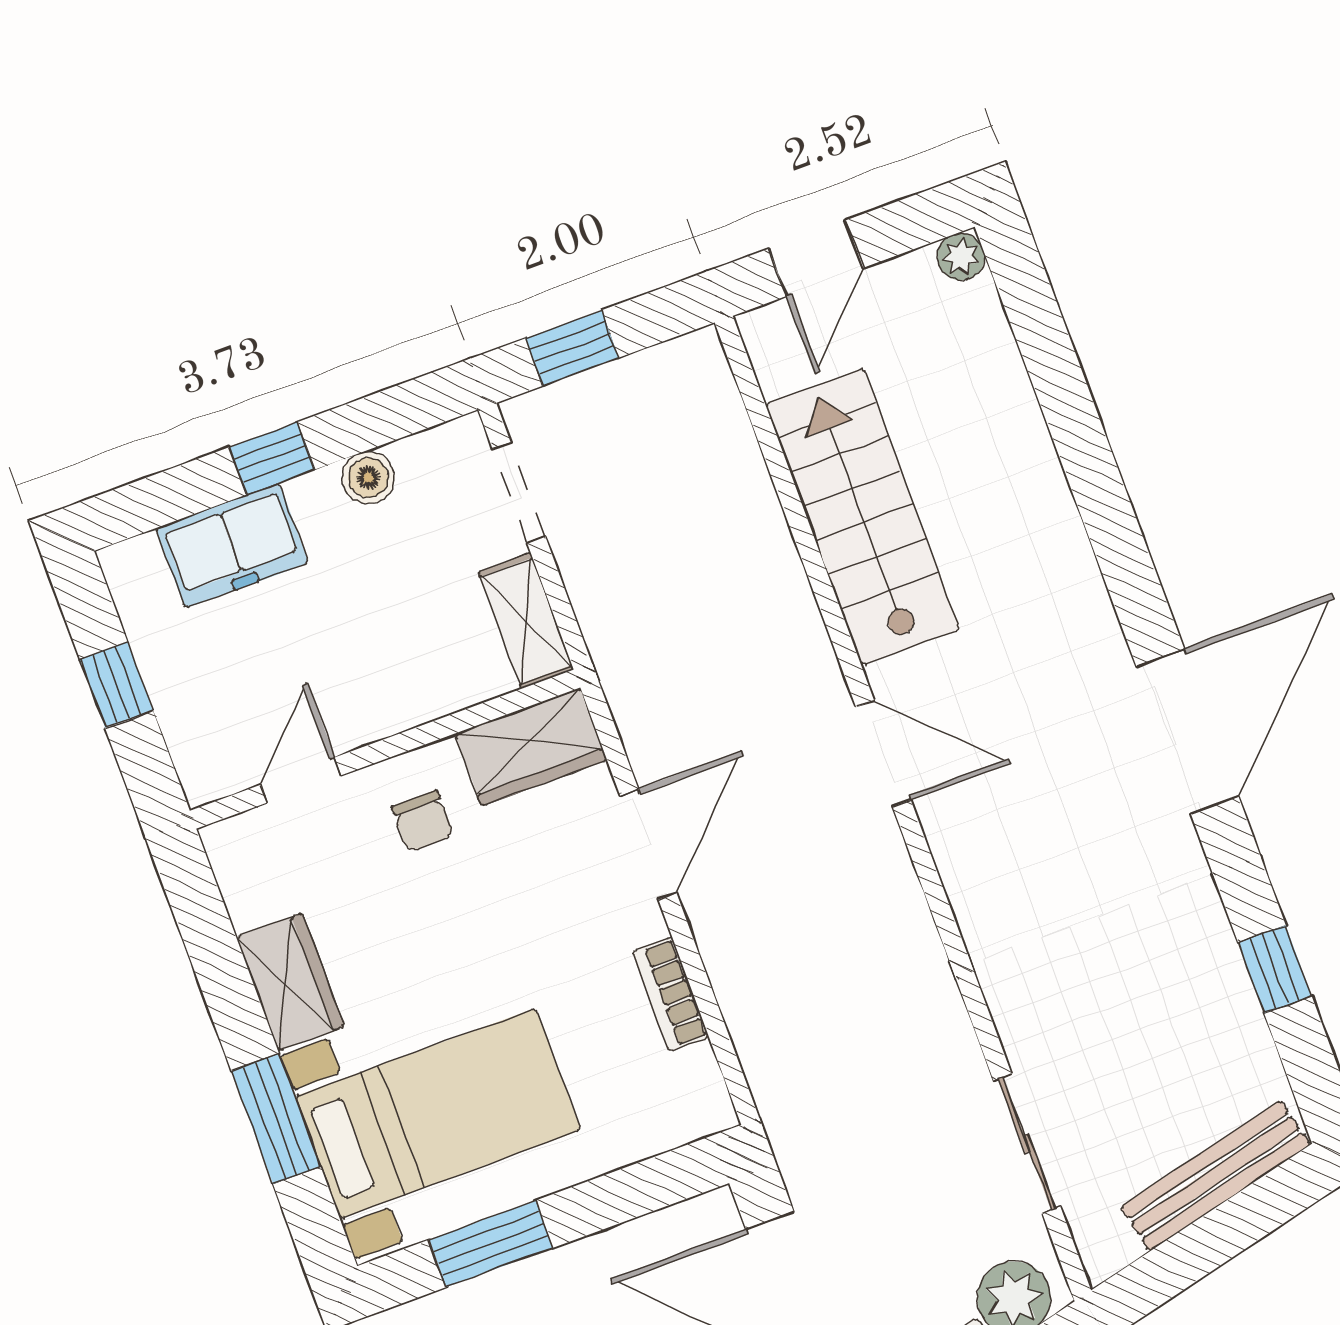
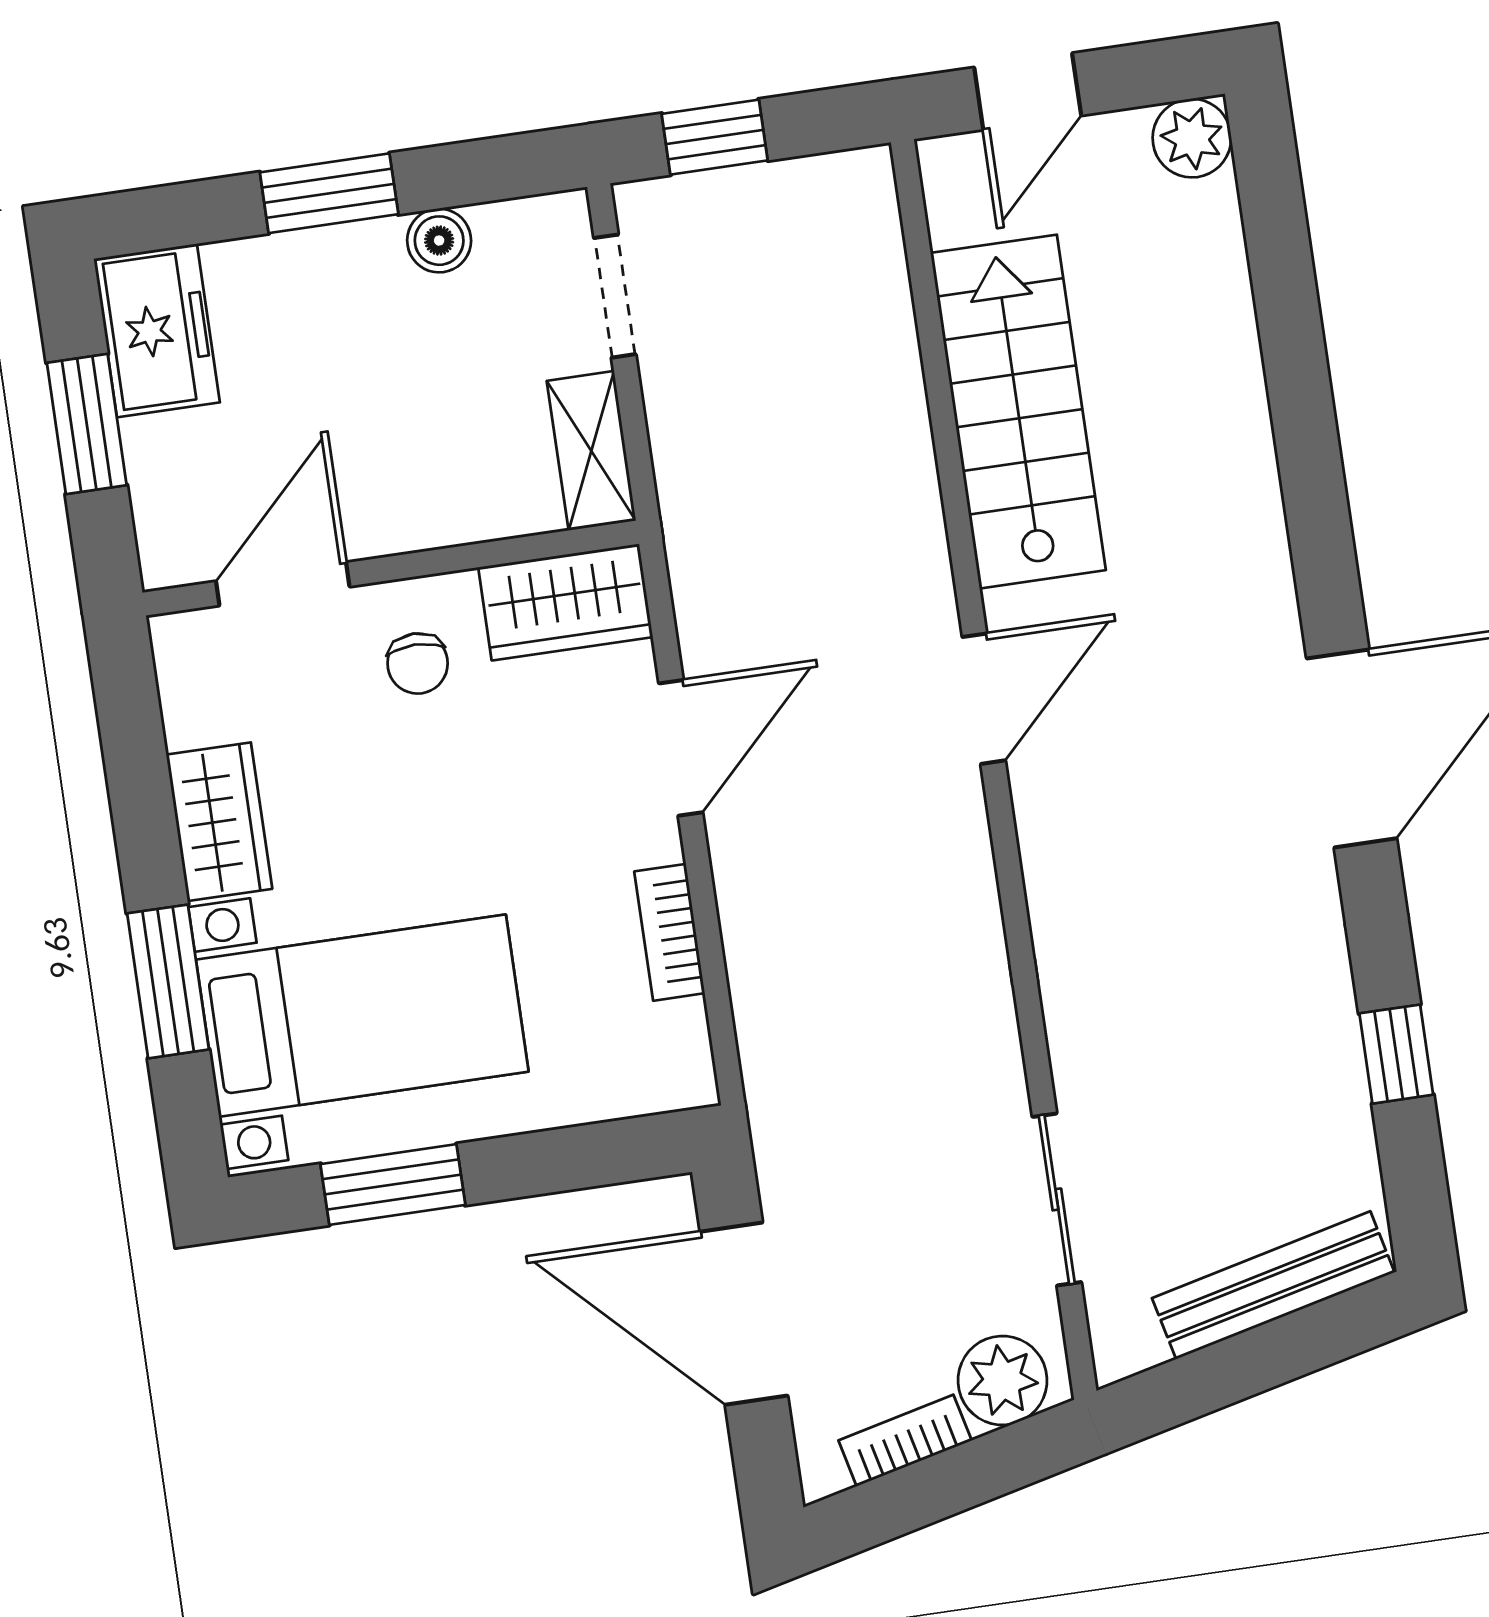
plant: (961, 257) -> (1192, 138), width x1.38, depth x1.38
window: (272, 458) -> (329, 193), width x1.50
freezer: (232, 546) -> (157, 331), moved, turned -90
window: (116, 685) -> (87, 424), width x1.50
door: (883, 754) -> (984, 699), hinge flipped
door: (301, 780) -> (283, 584), width x1.38

